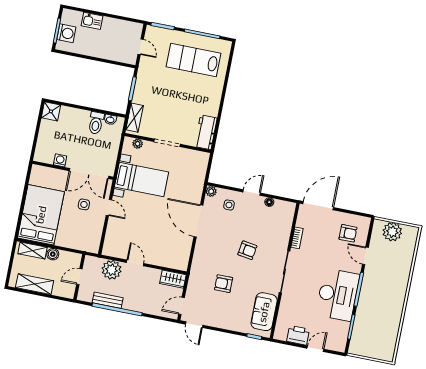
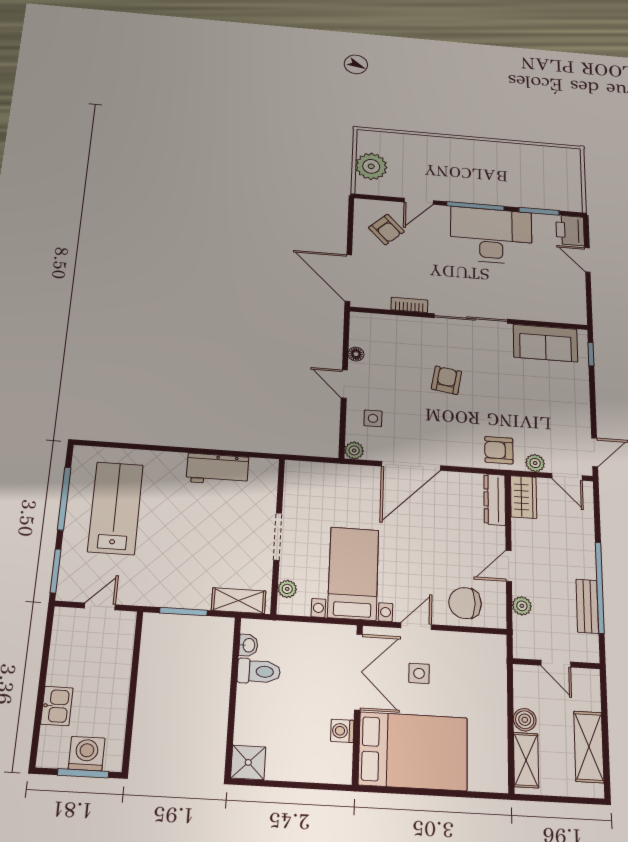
lab bench: (193, 60) -> (116, 508), turned 180
workbench: (206, 132) -> (218, 469), moved
bed: (41, 215) -> (413, 751), moved, turned 180
armchair: (348, 233) -> (386, 230), turned 137
chair: (118, 236) -> (465, 603), added
dresser: (173, 263) -> (495, 499), added
plant: (112, 270) -> (522, 606), width x0.53, depth x0.53
armchair: (224, 284) -> (499, 450), moved, turned 90
plant: (192, 290) -> (535, 463), added
printer: (298, 335) -> (570, 230), moved

